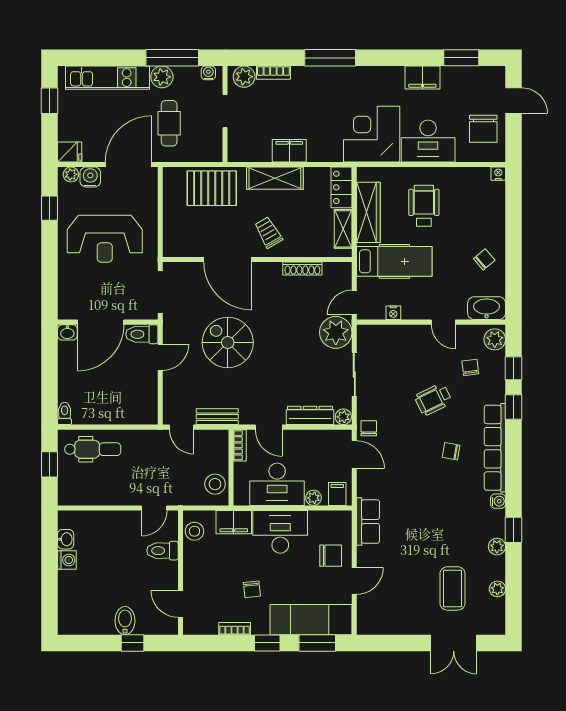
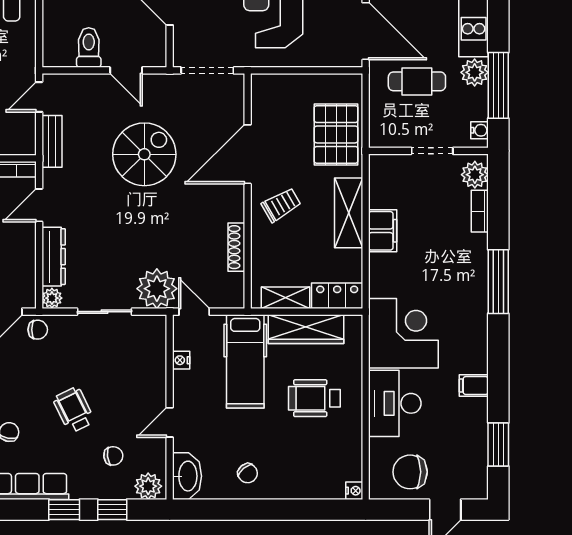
filing cabinet: (422, 78) -> (474, 386), width x0.50
wheelchair: (424, 206) -> (314, 398), turned 180
toilet: (142, 334) -> (89, 48), moved

